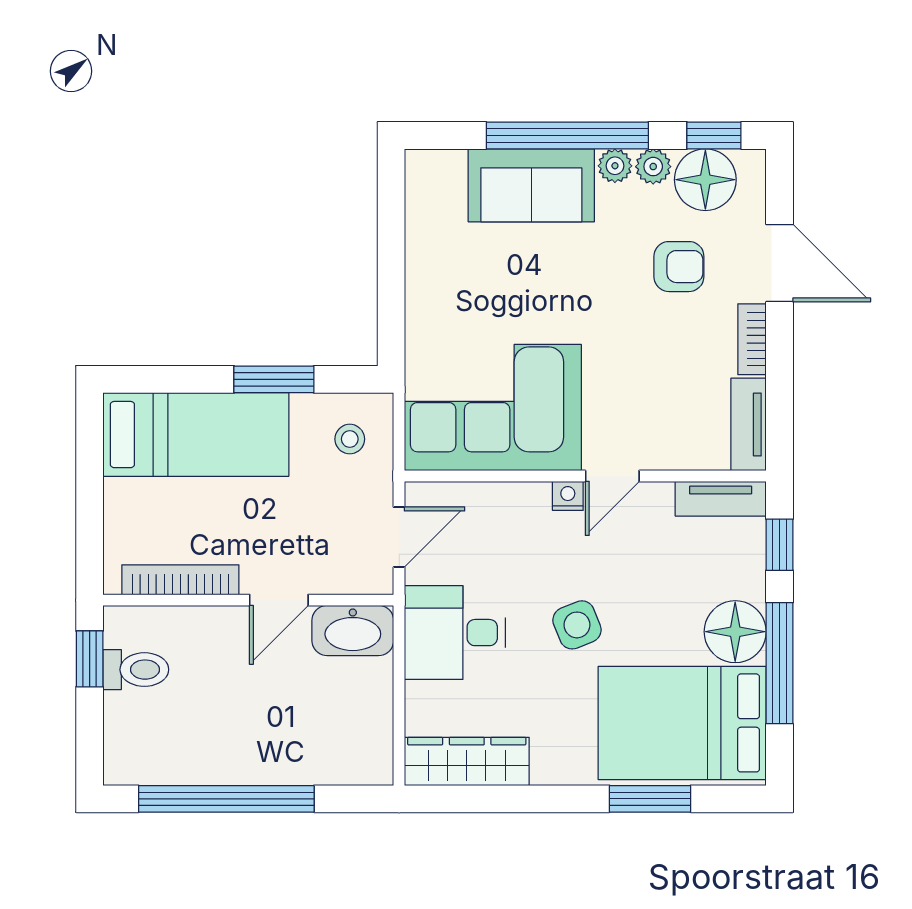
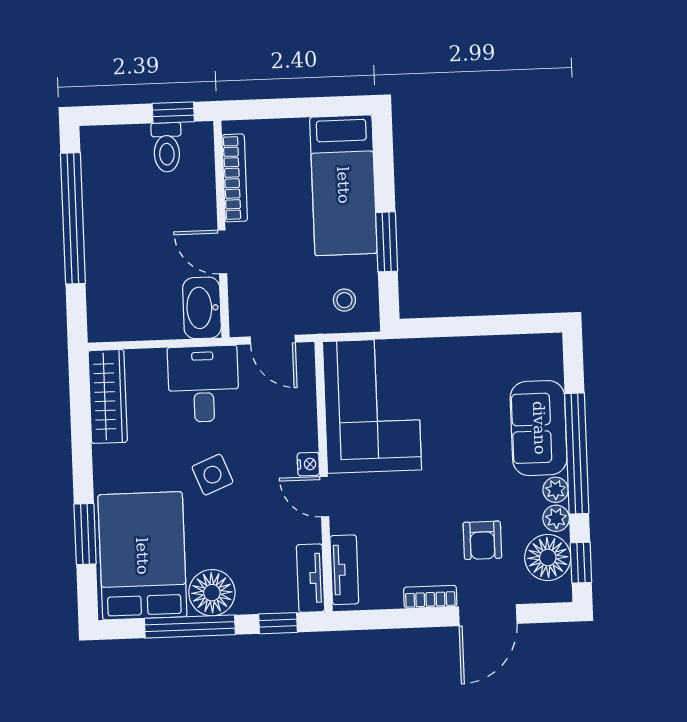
tv unit: (749, 424) -> (344, 570), moved, turned 90

